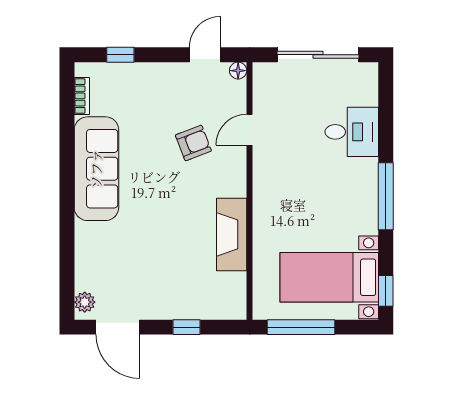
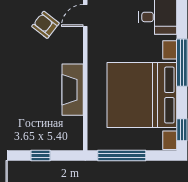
armchair: (193, 143) -> (45, 25), turned -121
bed with nightstands: (329, 277) -> (142, 95), width x1.85

